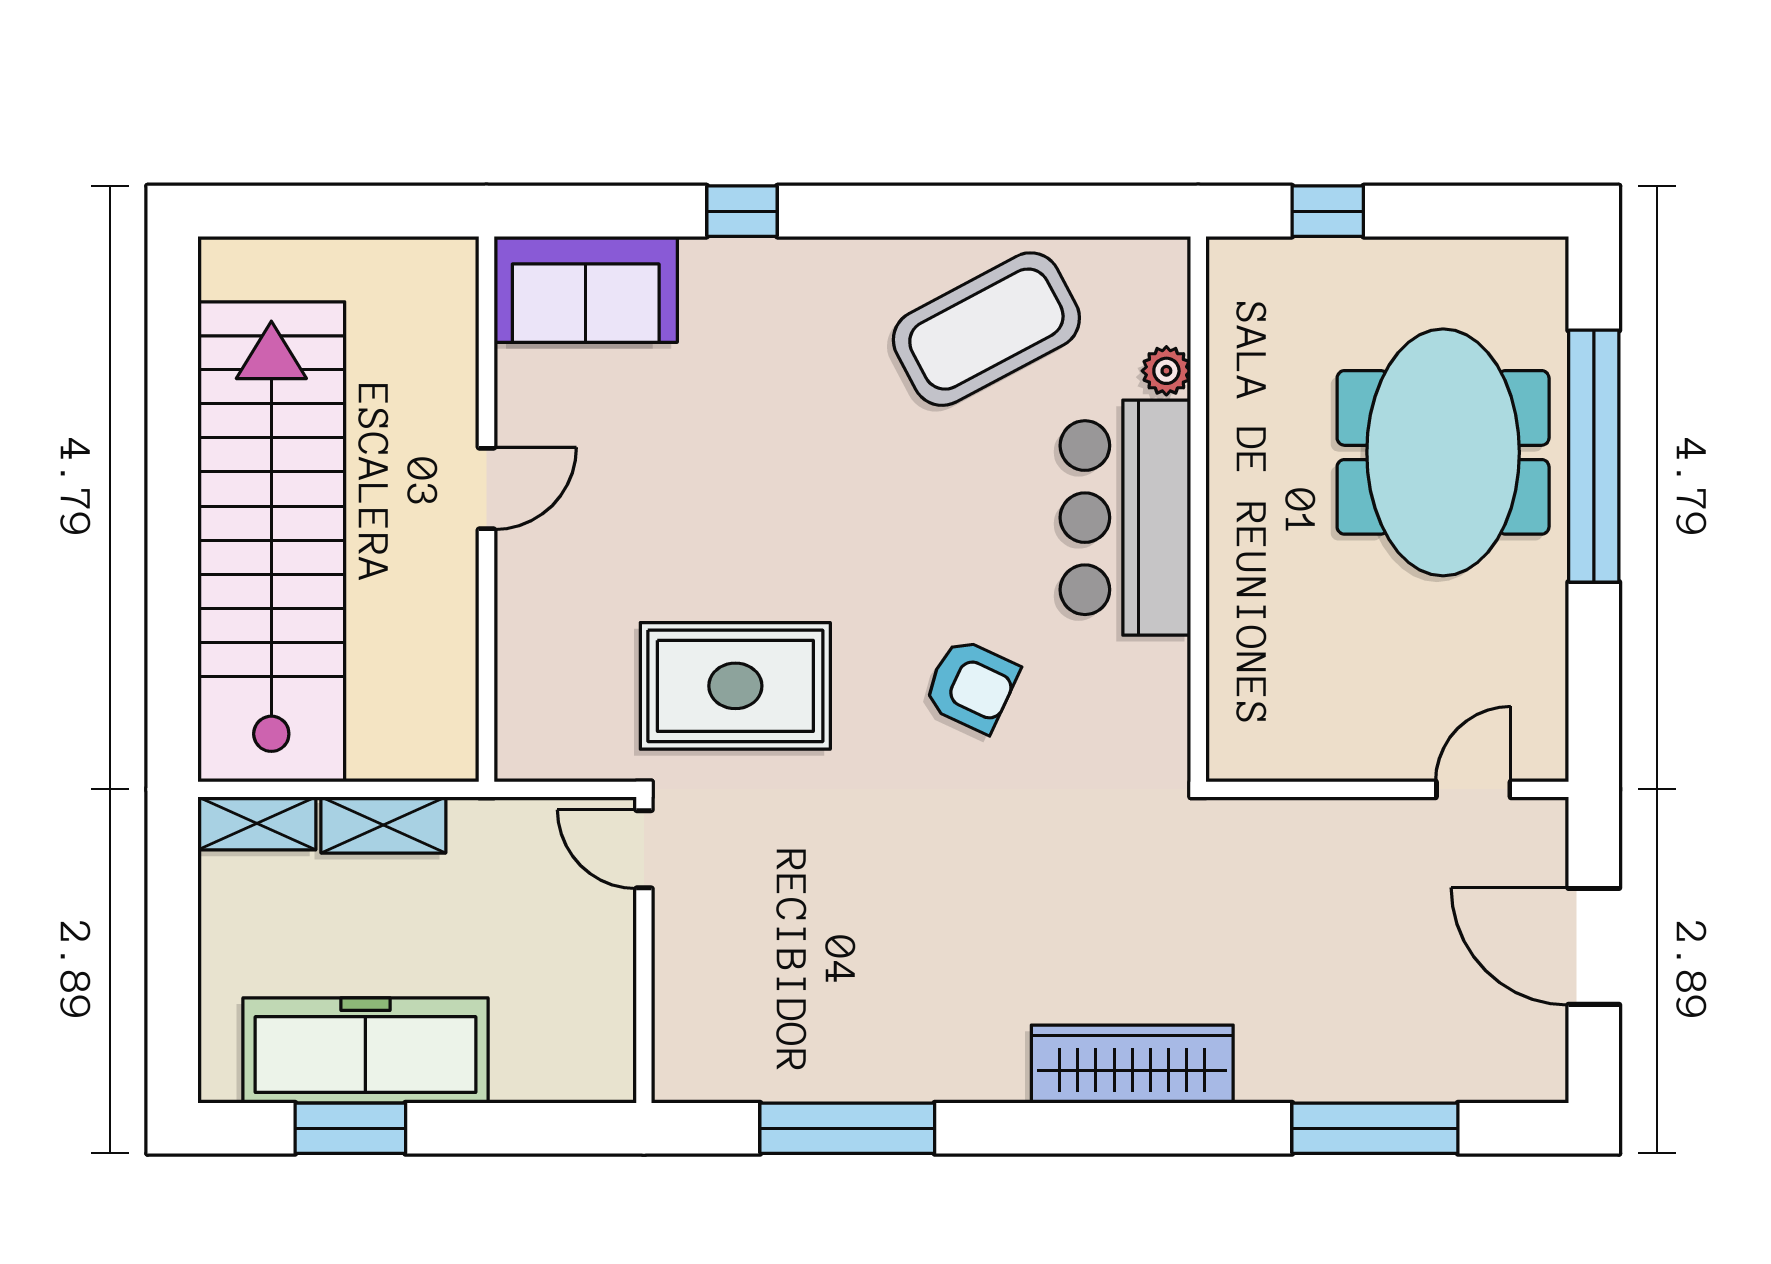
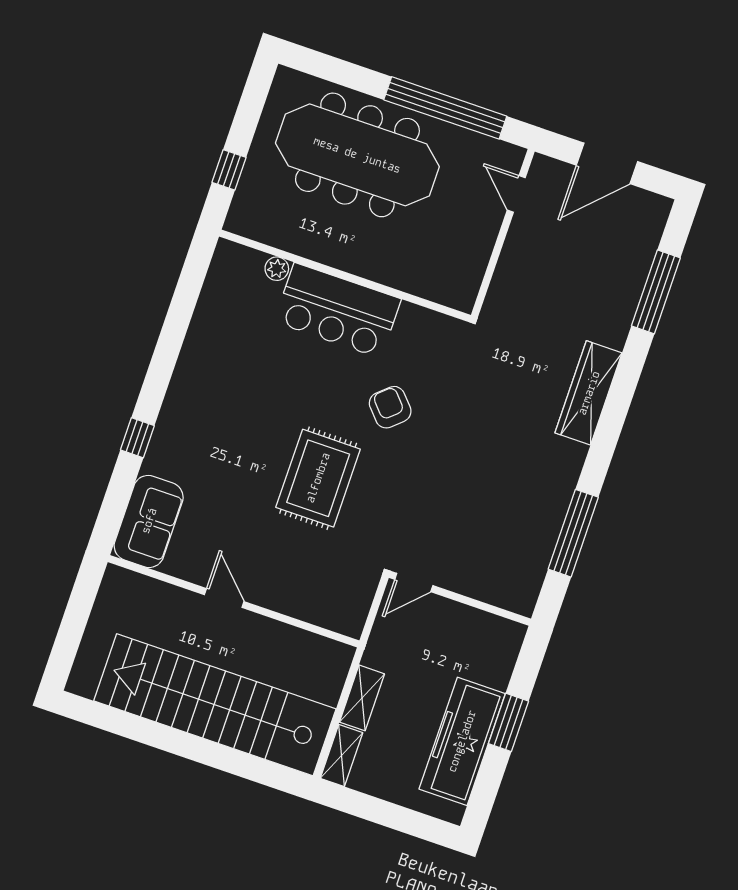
coffee table: (986, 329) -> (230, 344), removed
meeting table: (1443, 452) -> (357, 155), width x1.36
window: (1594, 456) -> (445, 108), moved
armchair: (971, 685) -> (390, 407), turned -67
rug: (735, 686) -> (318, 478), moved
window: (350, 1128) -> (508, 722), moved

